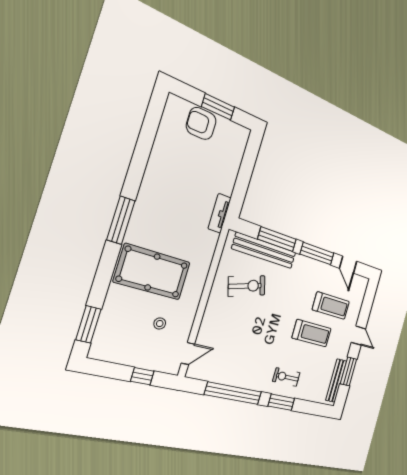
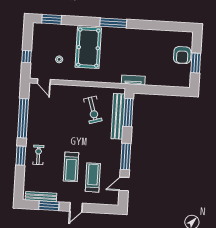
armchair: (201, 123) -> (182, 55), turned 180
window: (277, 239) -> (128, 113), moved
treadmill: (331, 306) -> (93, 177), turned 180

